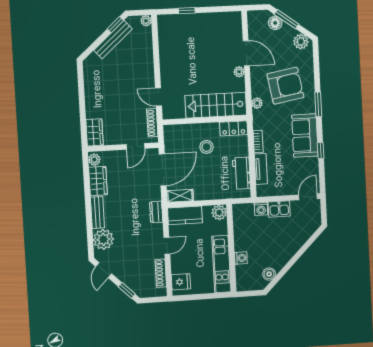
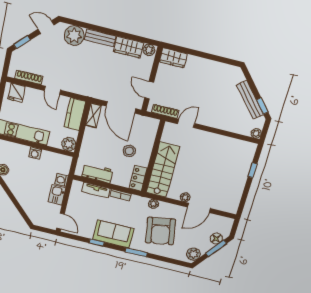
dresser: (156, 212) -> (85, 90), removed
washing machine: (241, 258) -> (35, 153), moved

